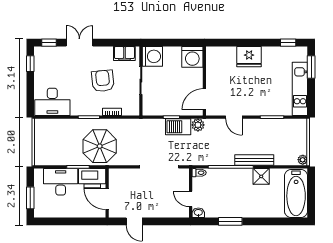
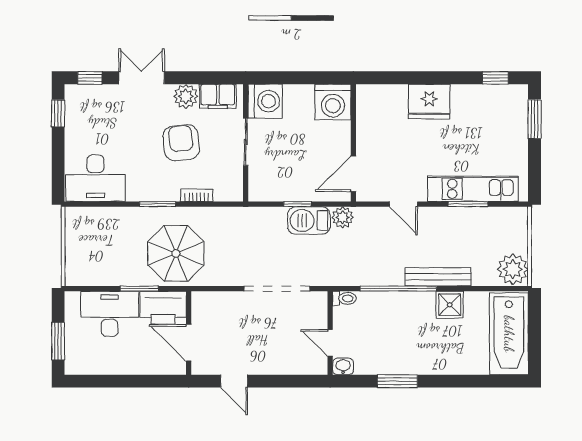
plant: (106, 54) -> (186, 96), added
kitchen unit: (300, 89) -> (473, 189), moved, turned 90
plant: (303, 160) -> (513, 269), width x1.87, depth x1.87

